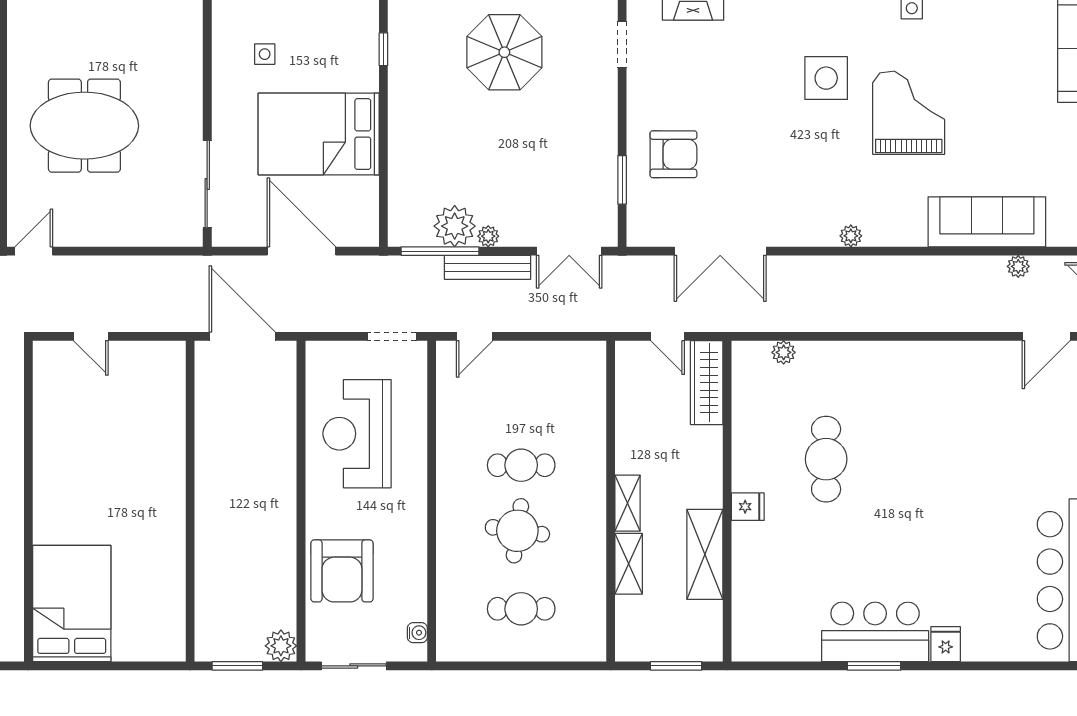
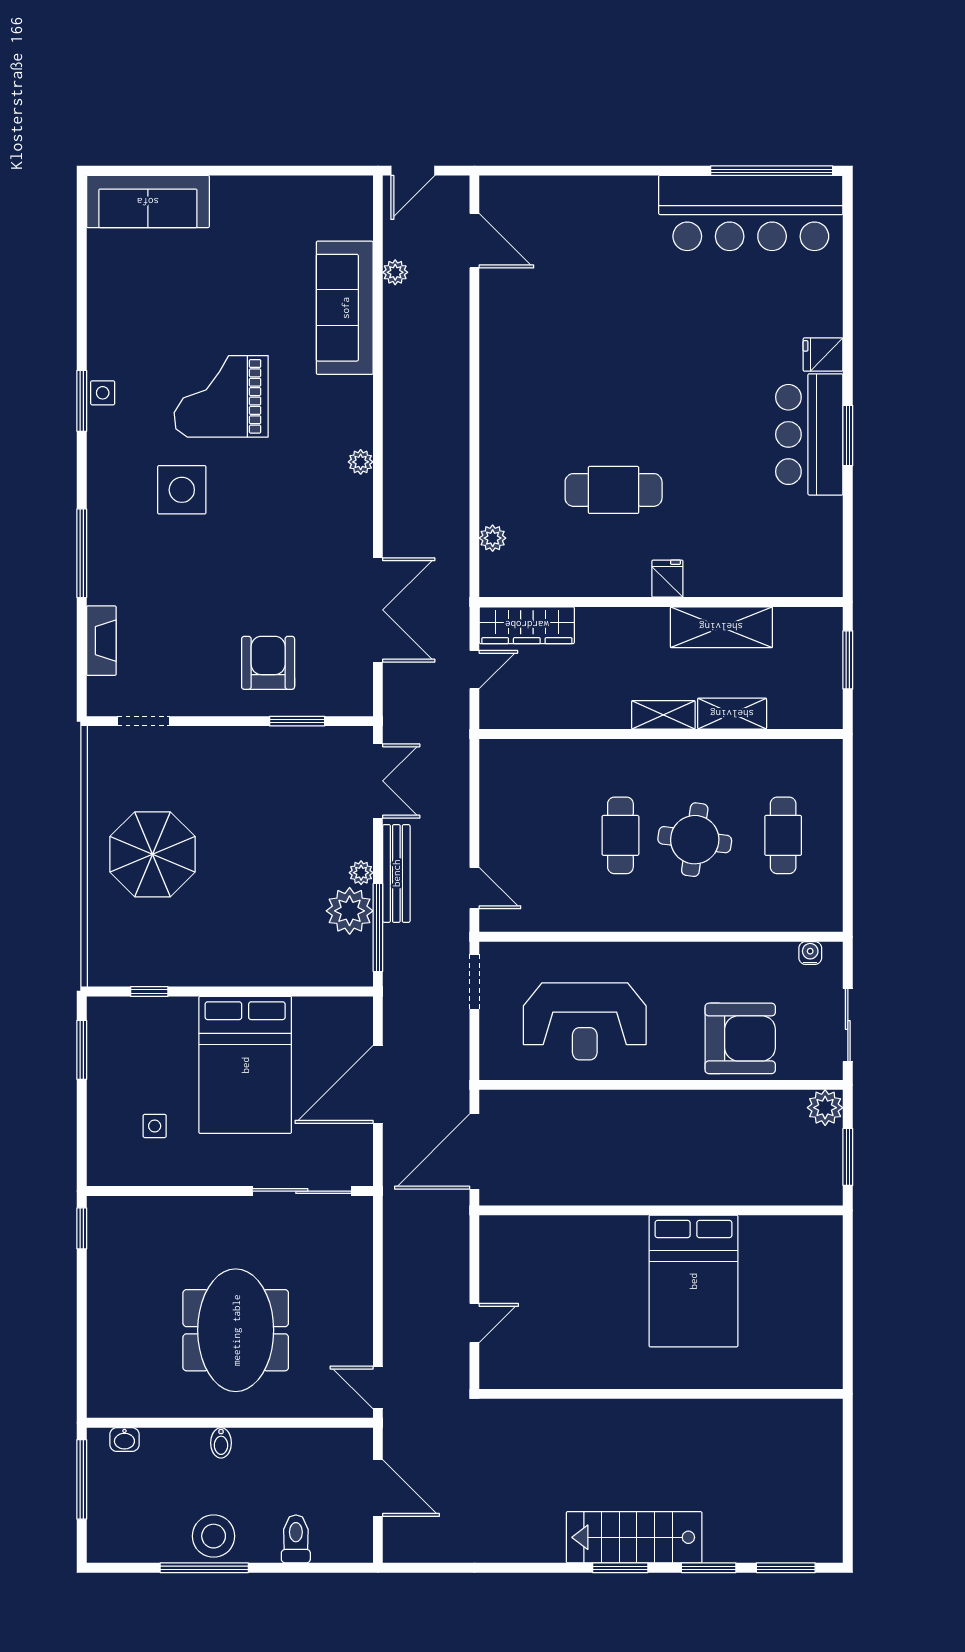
bed: (72, 604) -> (693, 1281), moved, turned -90

